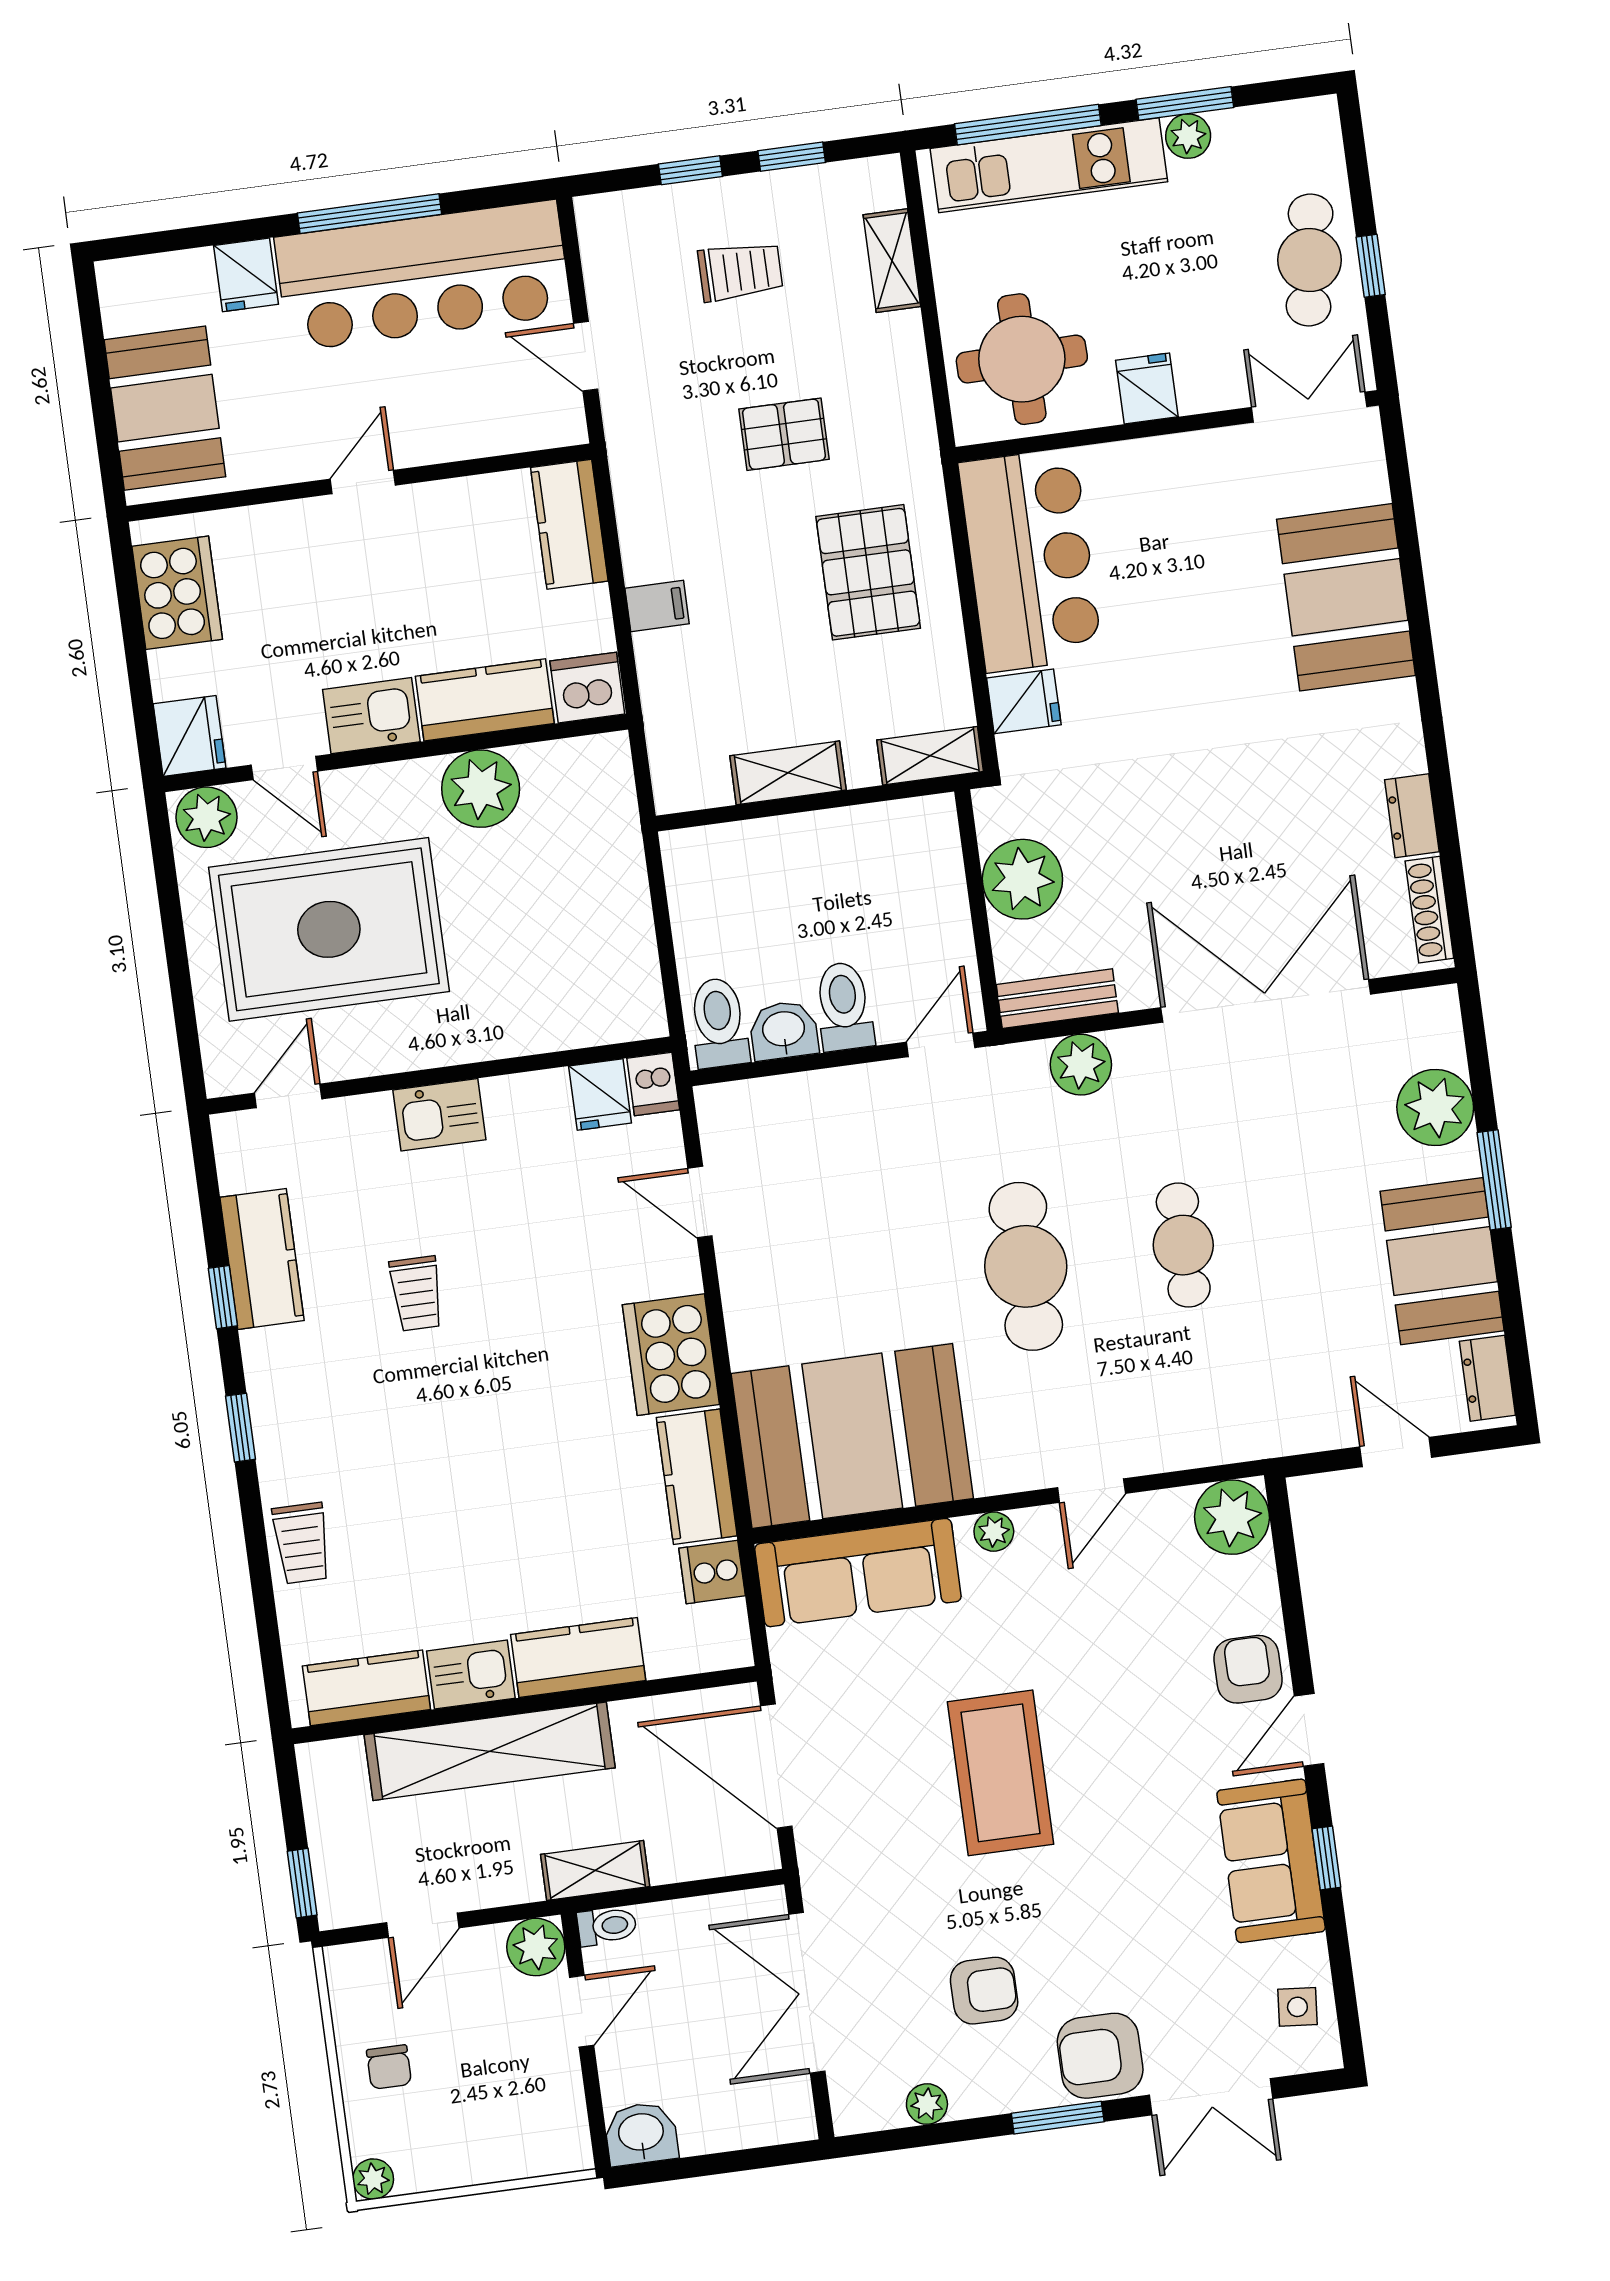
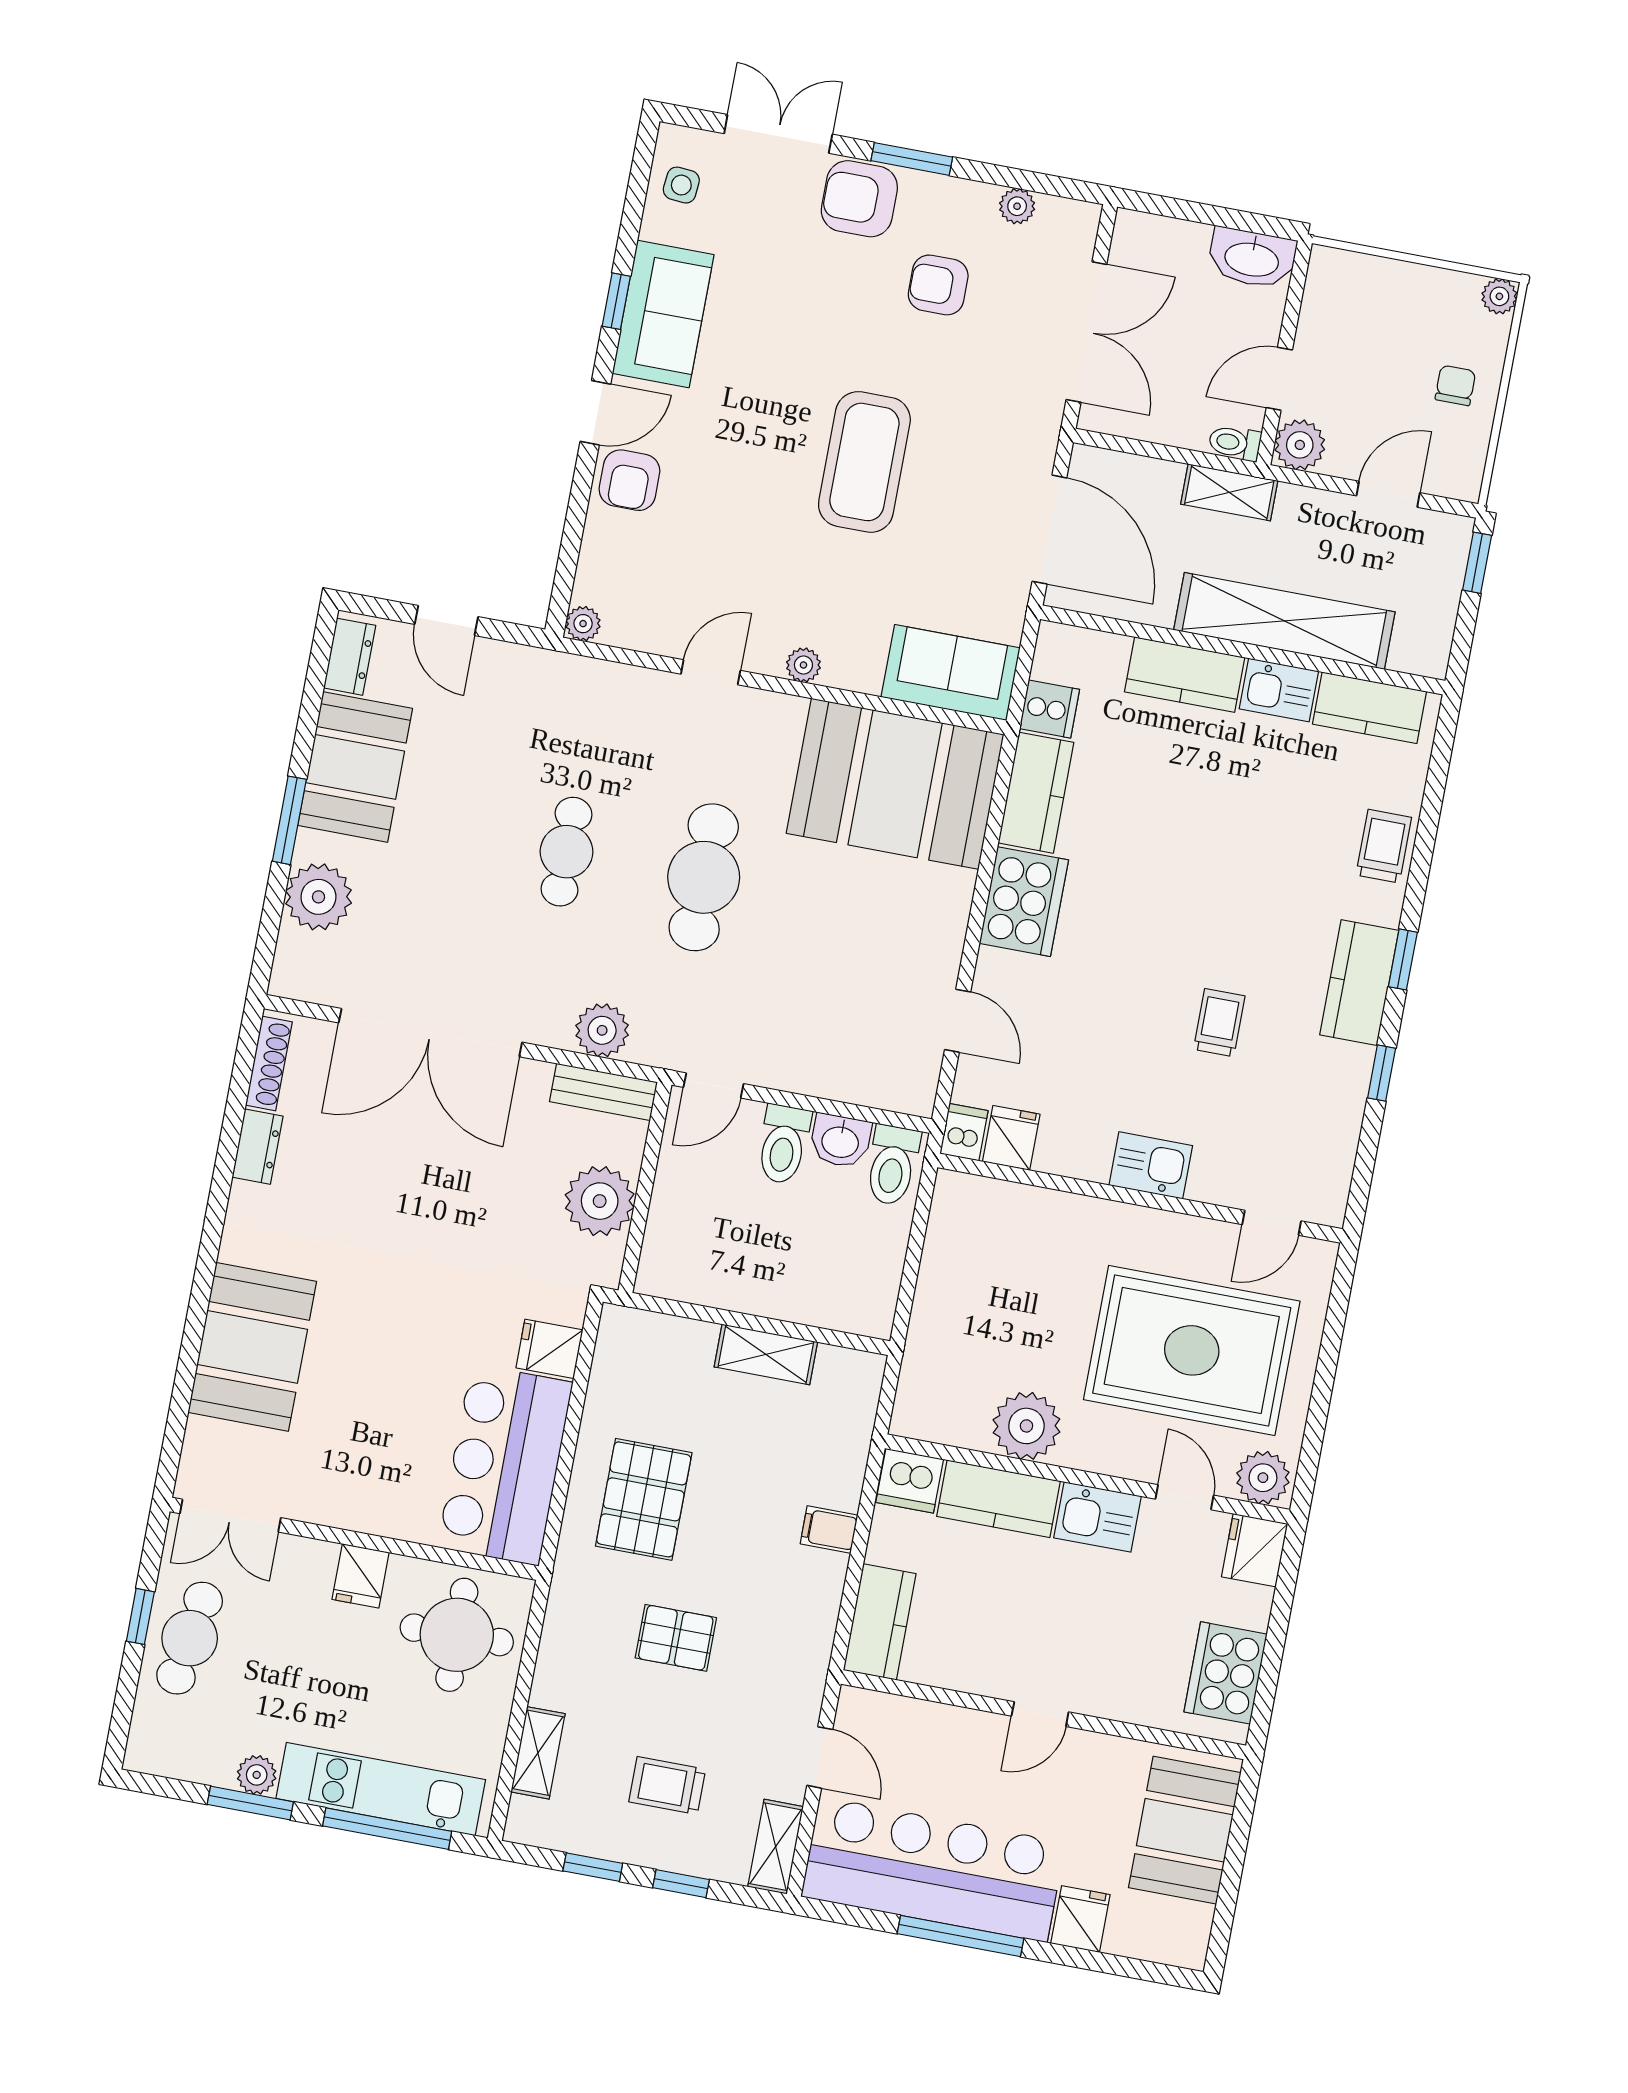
shelving: (930, 756) -> (776, 1847), moved, turned 90
kitchen counter: (262, 1259) -> (1359, 983), moved
plant: (1232, 1517) -> (583, 624), width x0.53, depth x0.53
sofa: (858, 1573) -> (951, 673), width x0.73
armchair: (1100, 2056) -> (859, 199), turned 180
washbasin: (641, 2134) -> (1252, 258), width x1.38

